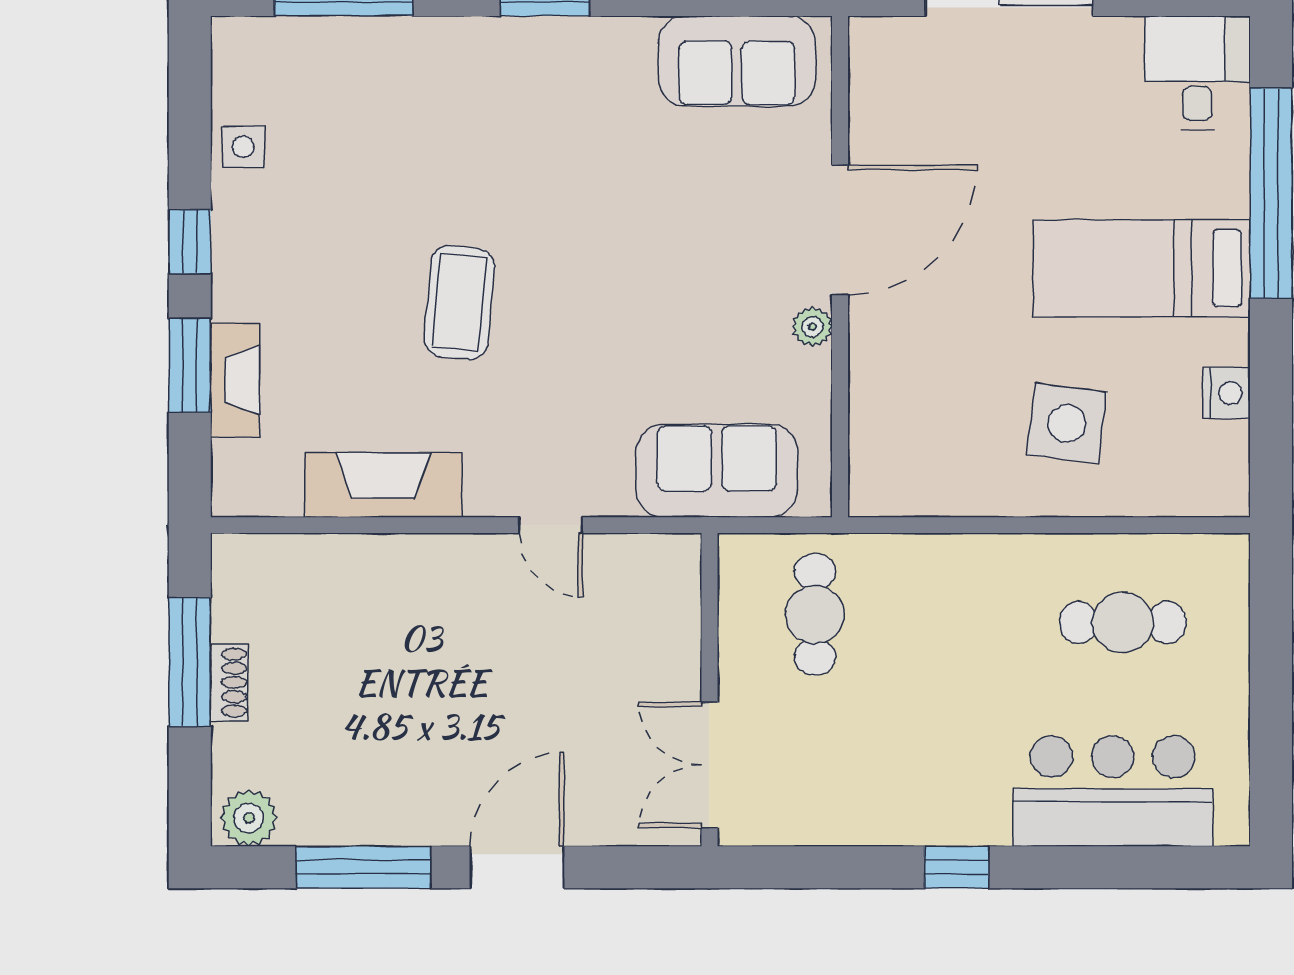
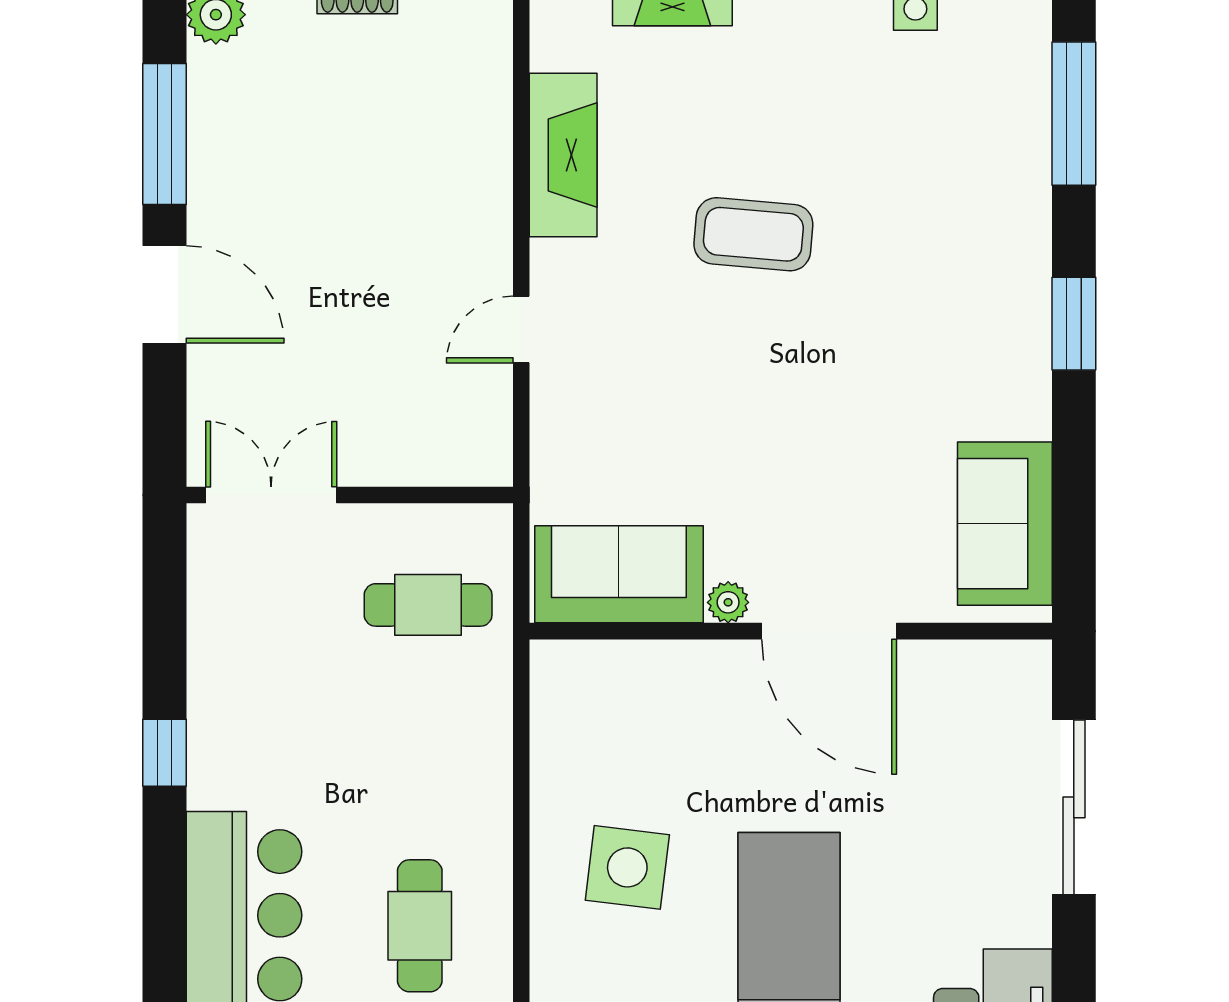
sofa: (717, 471) -> (619, 574), moved, turned -90

